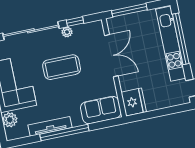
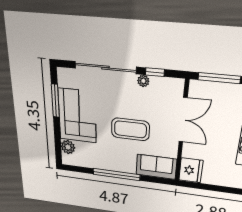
coffee table: (62, 67) -> (130, 129), moved
tv unit: (50, 126) -> (104, 165), removed

